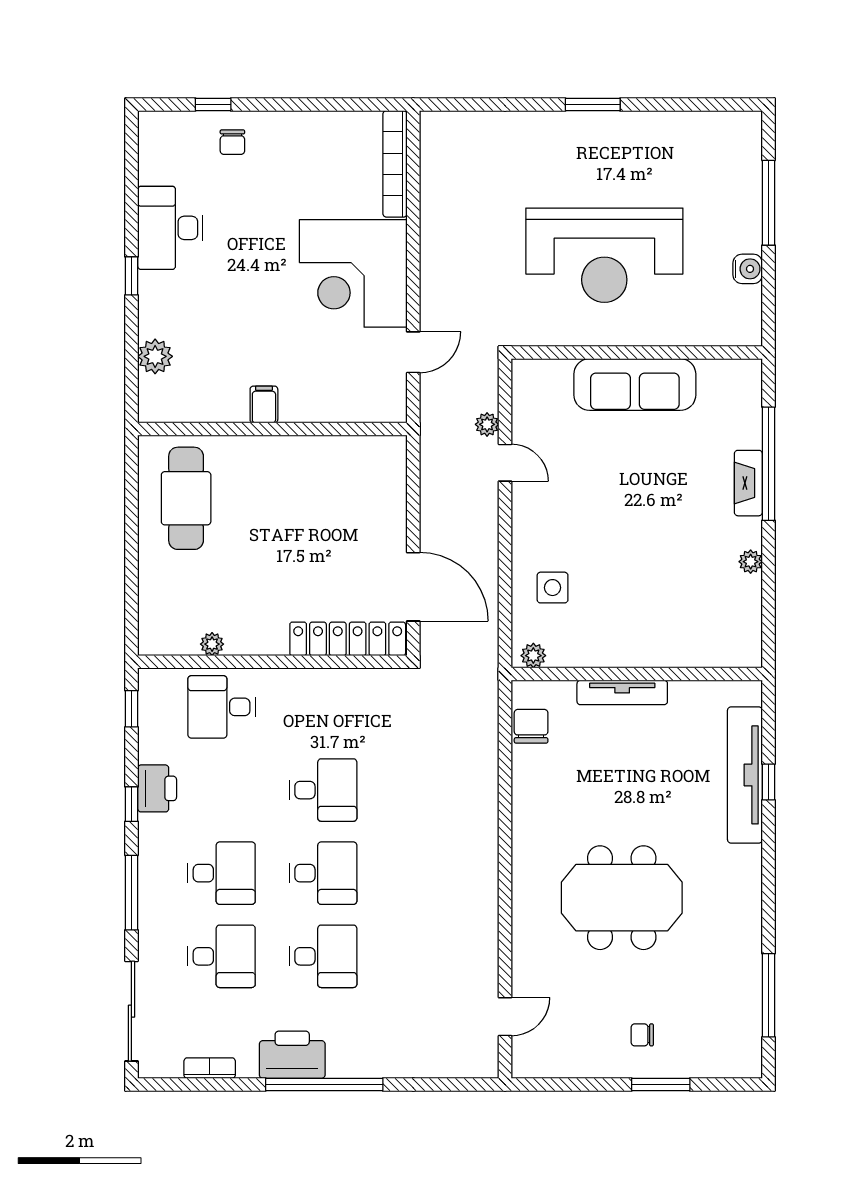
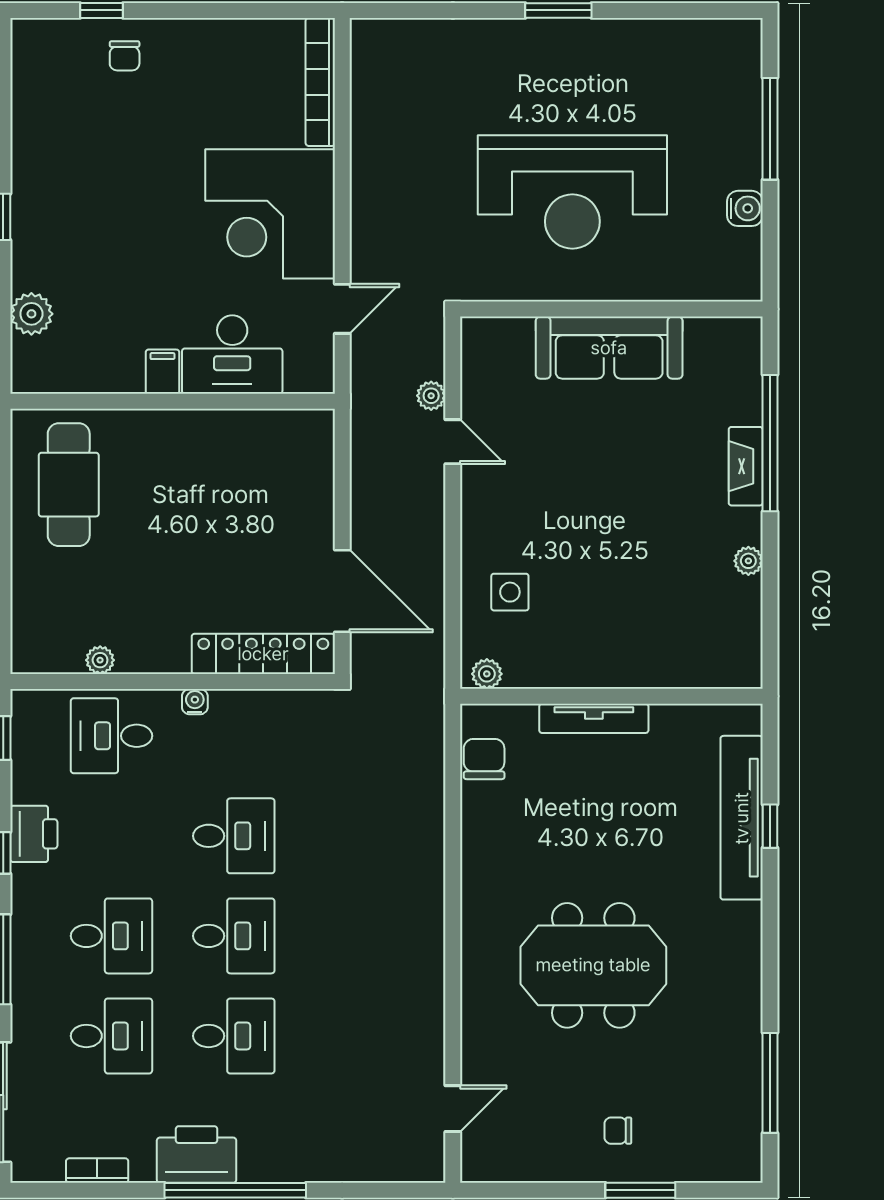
desk: (170, 228) -> (232, 355), moved, turned -90
water cooler: (291, 679) -> (195, 702), added

